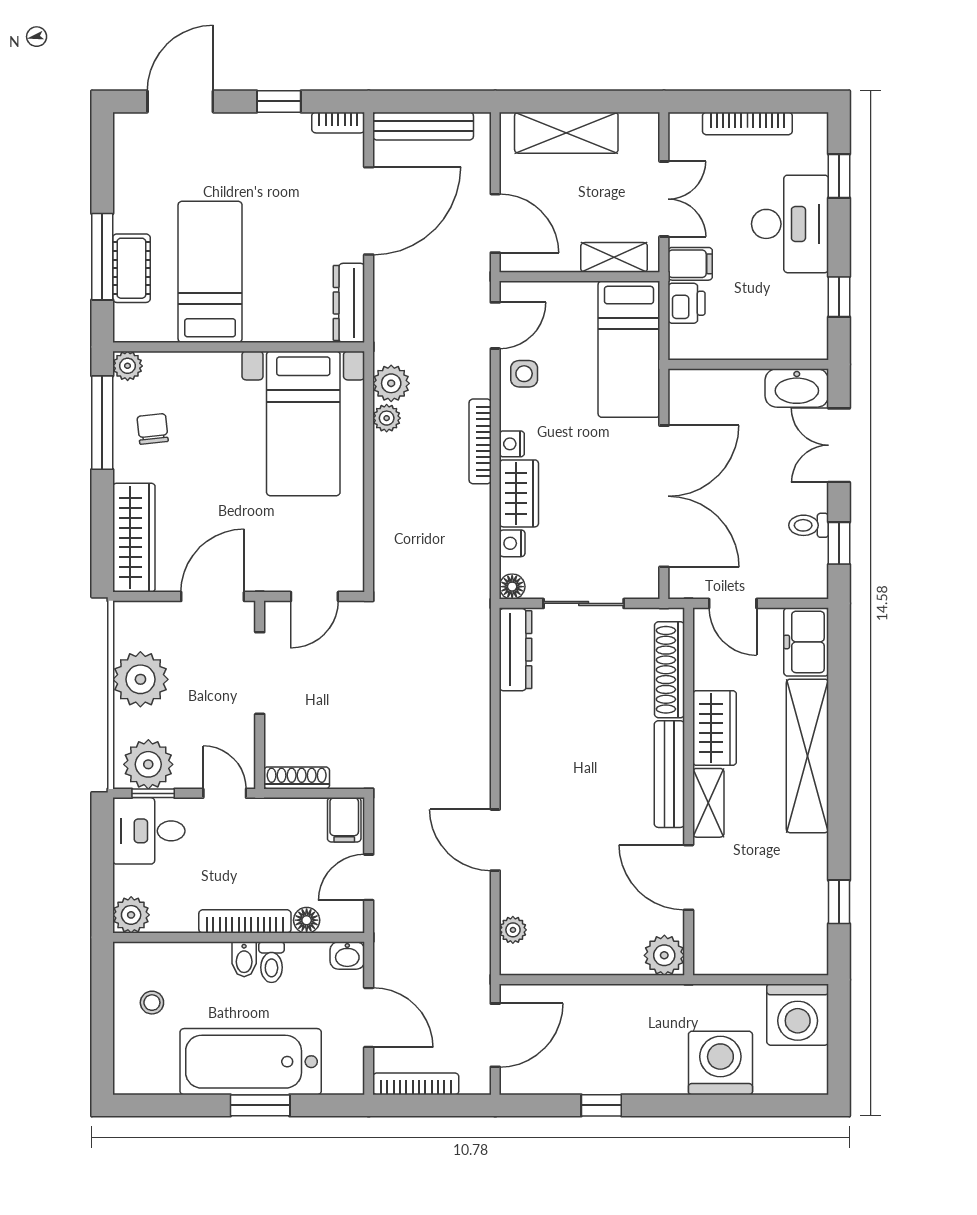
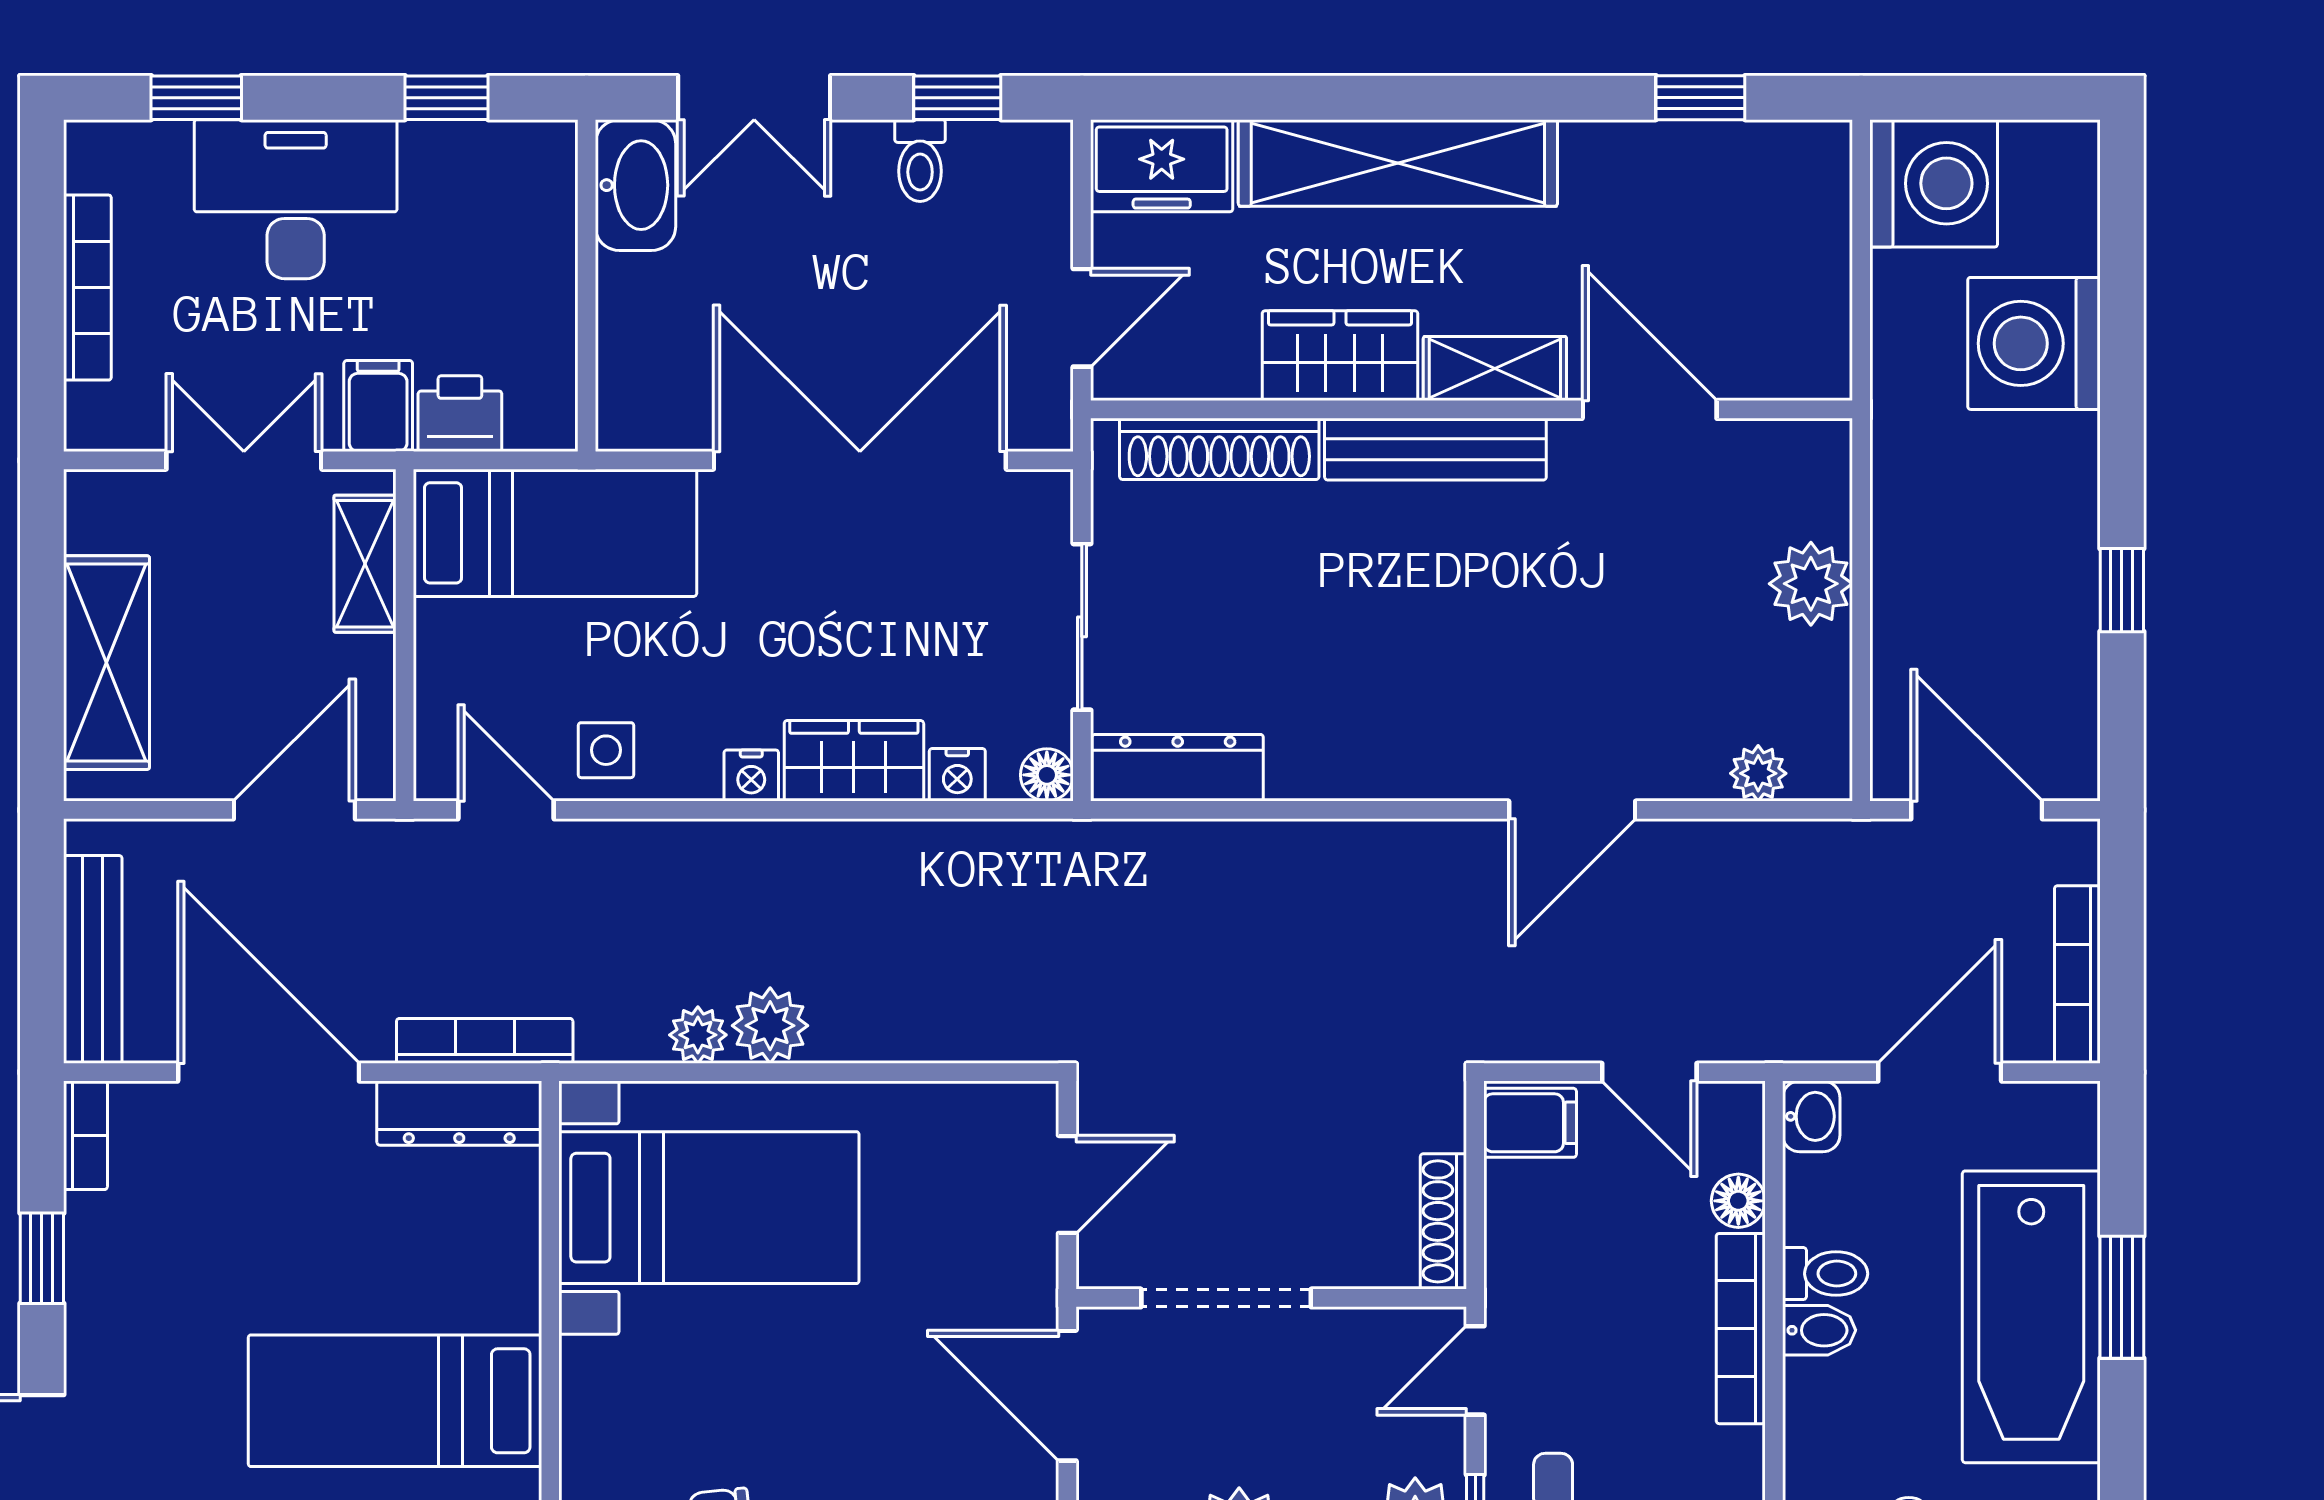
plant: (391, 383) -> (770, 1026), moved
bookcase: (480, 441) -> (485, 1041), moved, turned 180
door: (314, 596) -> (1067, 1184), hinge flipped
door: (689, 877) -> (1650, 409), swing flipped
plant: (664, 955) -> (1811, 584), moved

